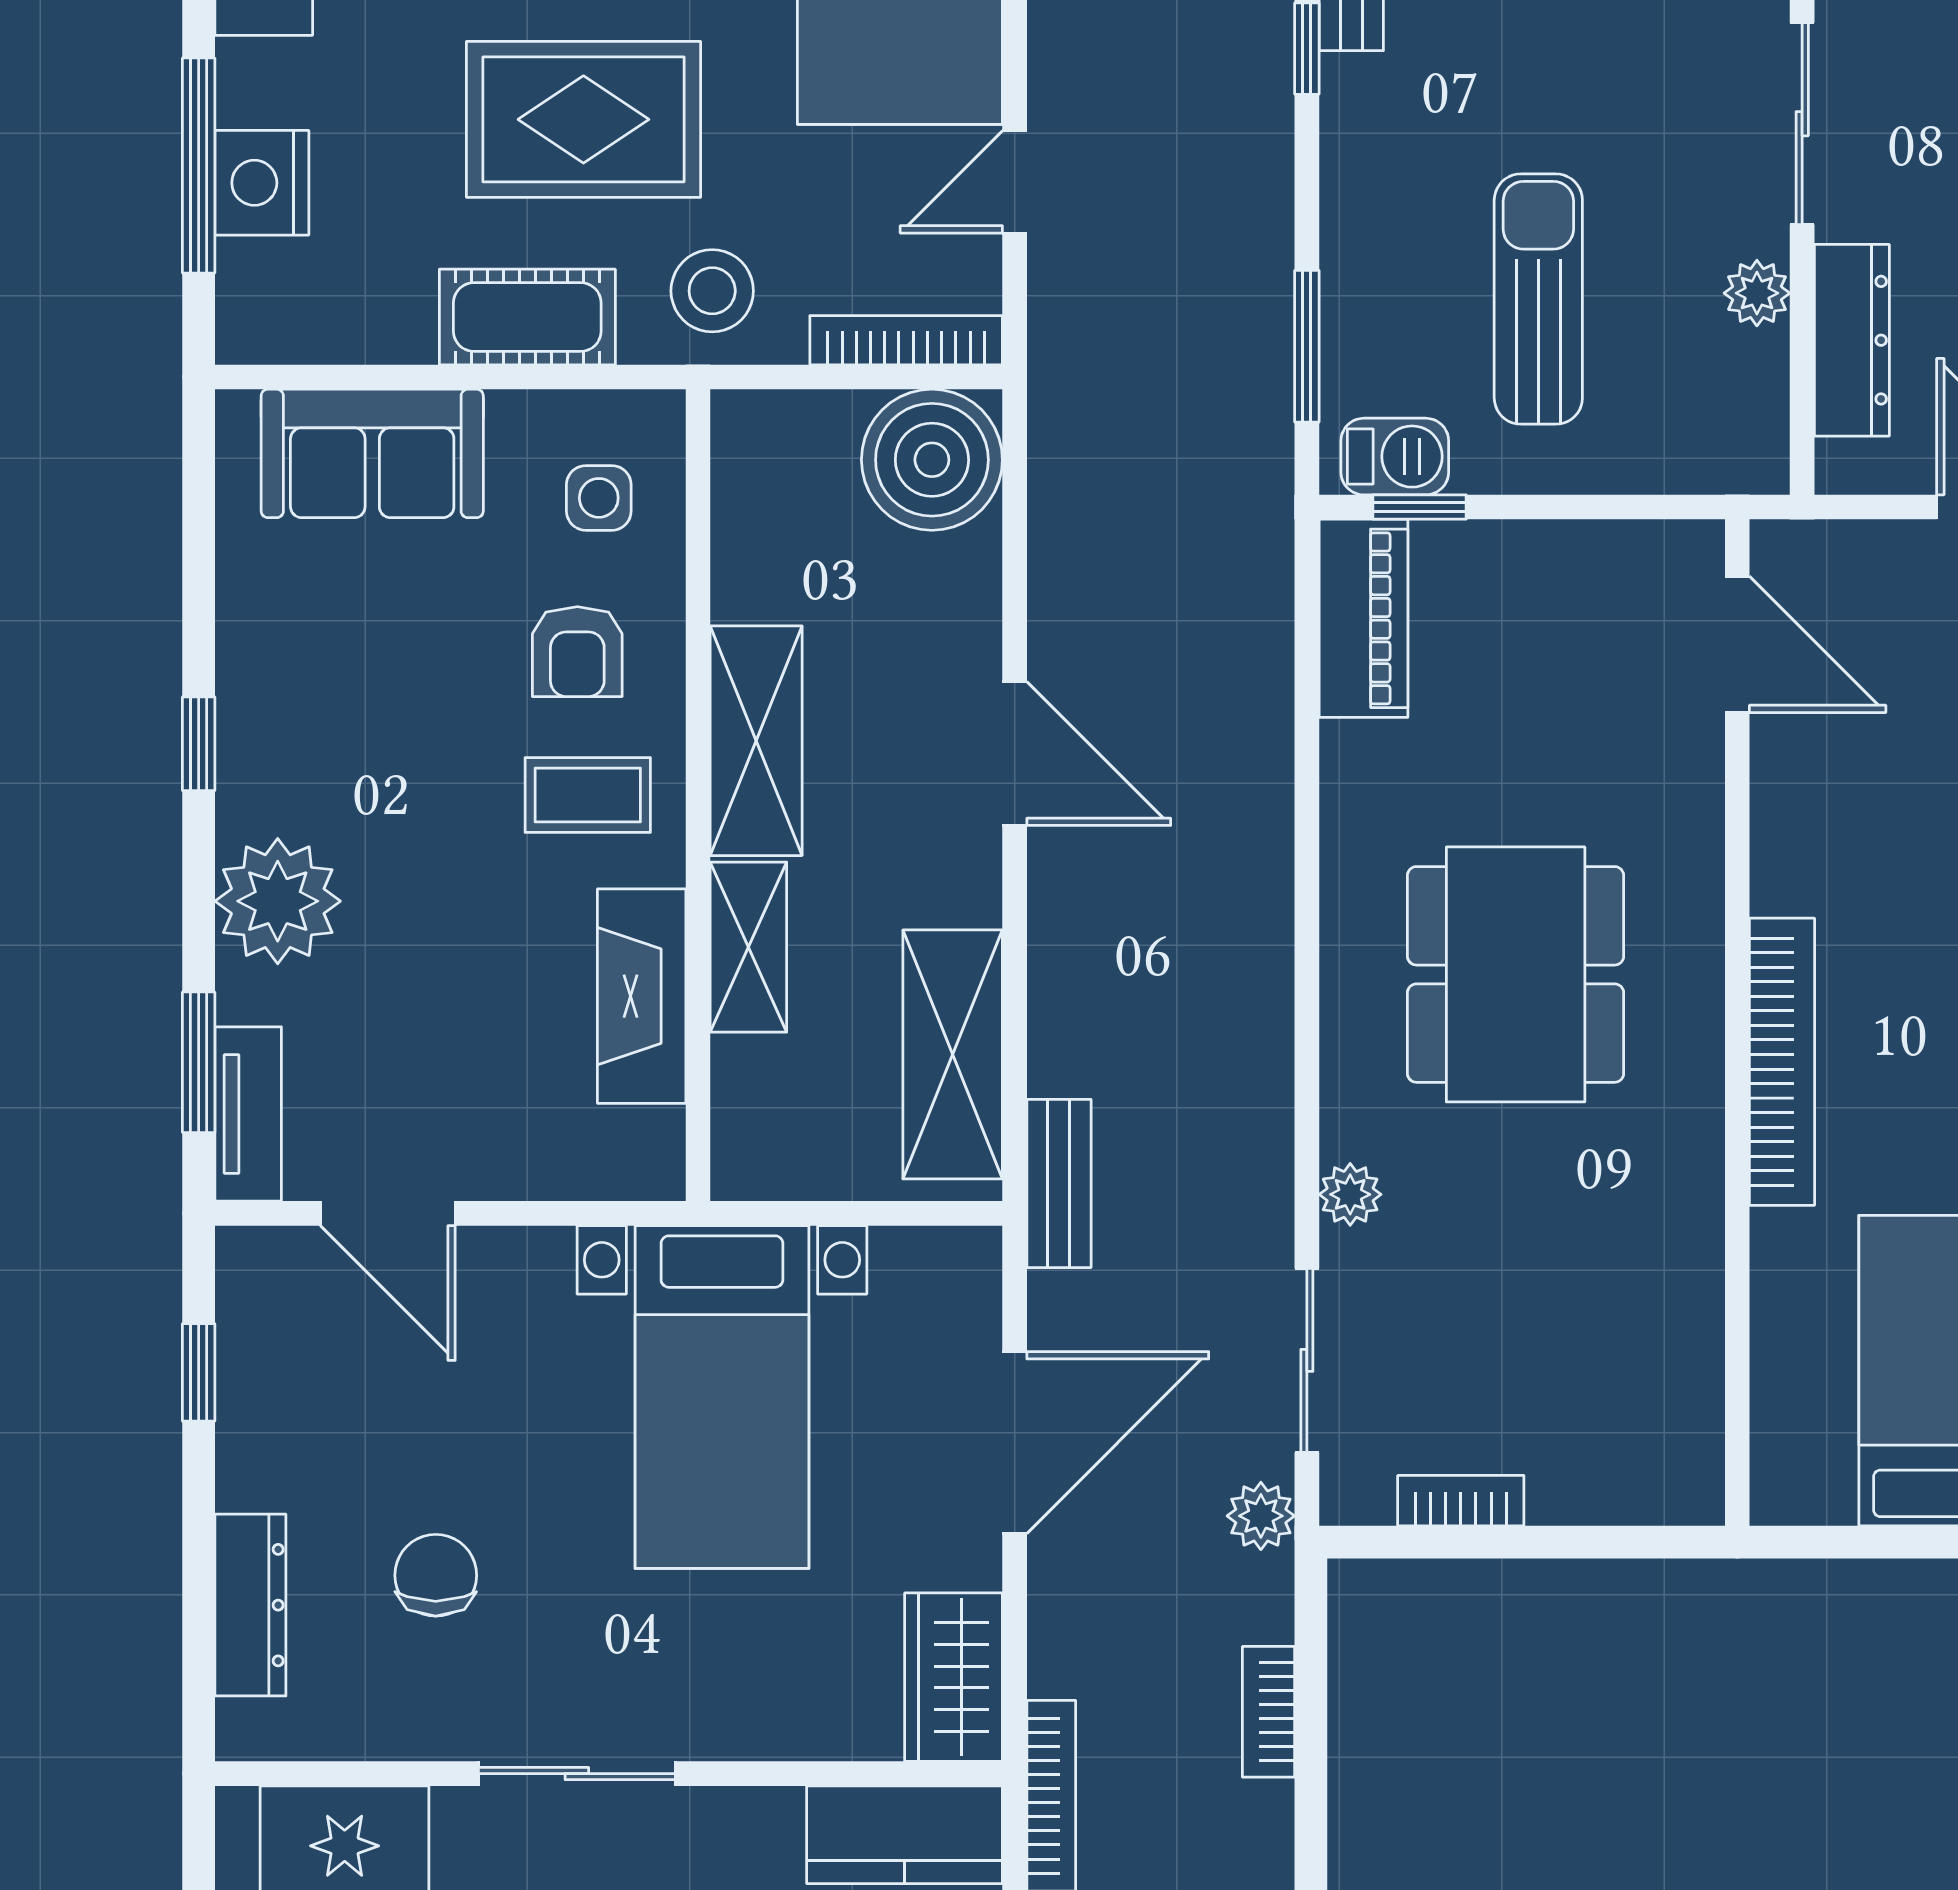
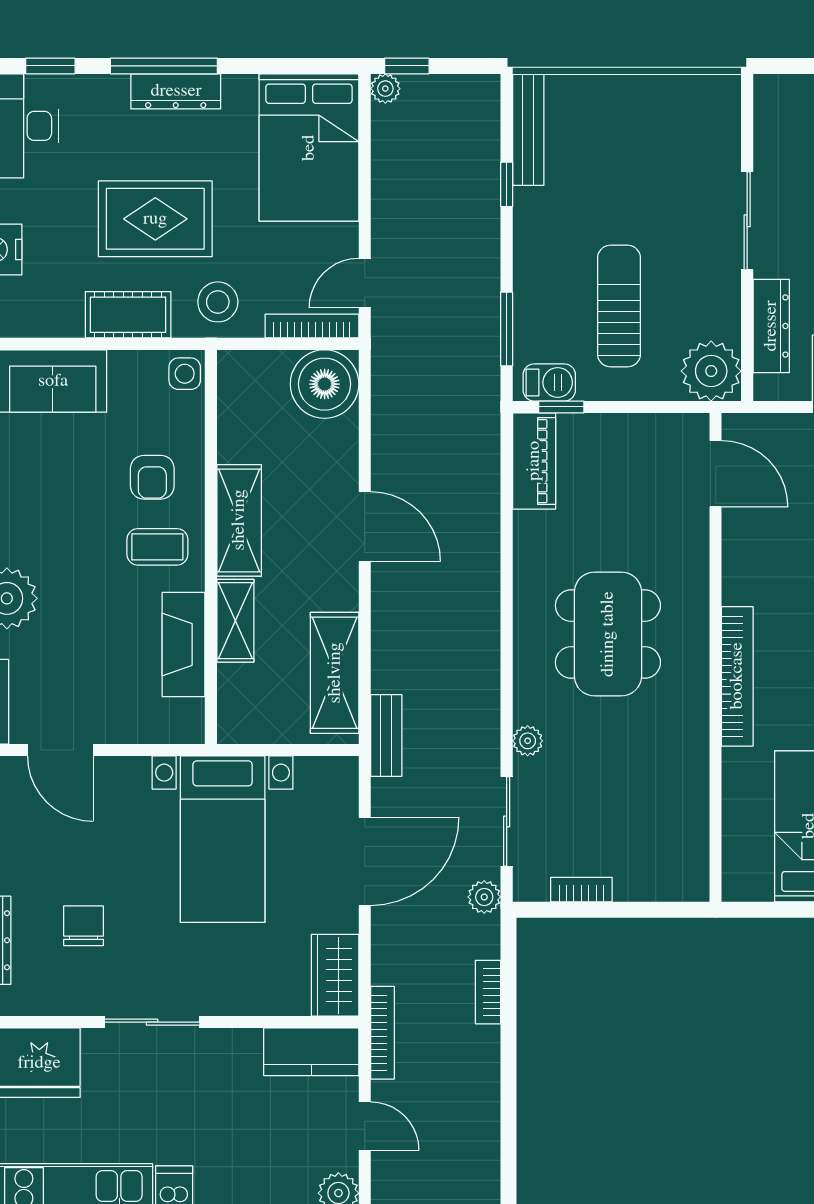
door: (1015, 182) -> (365, 283), moved
plant: (1757, 293) -> (711, 371), moved, width x1.88, depth x1.88
side table: (599, 498) -> (185, 374), moved

